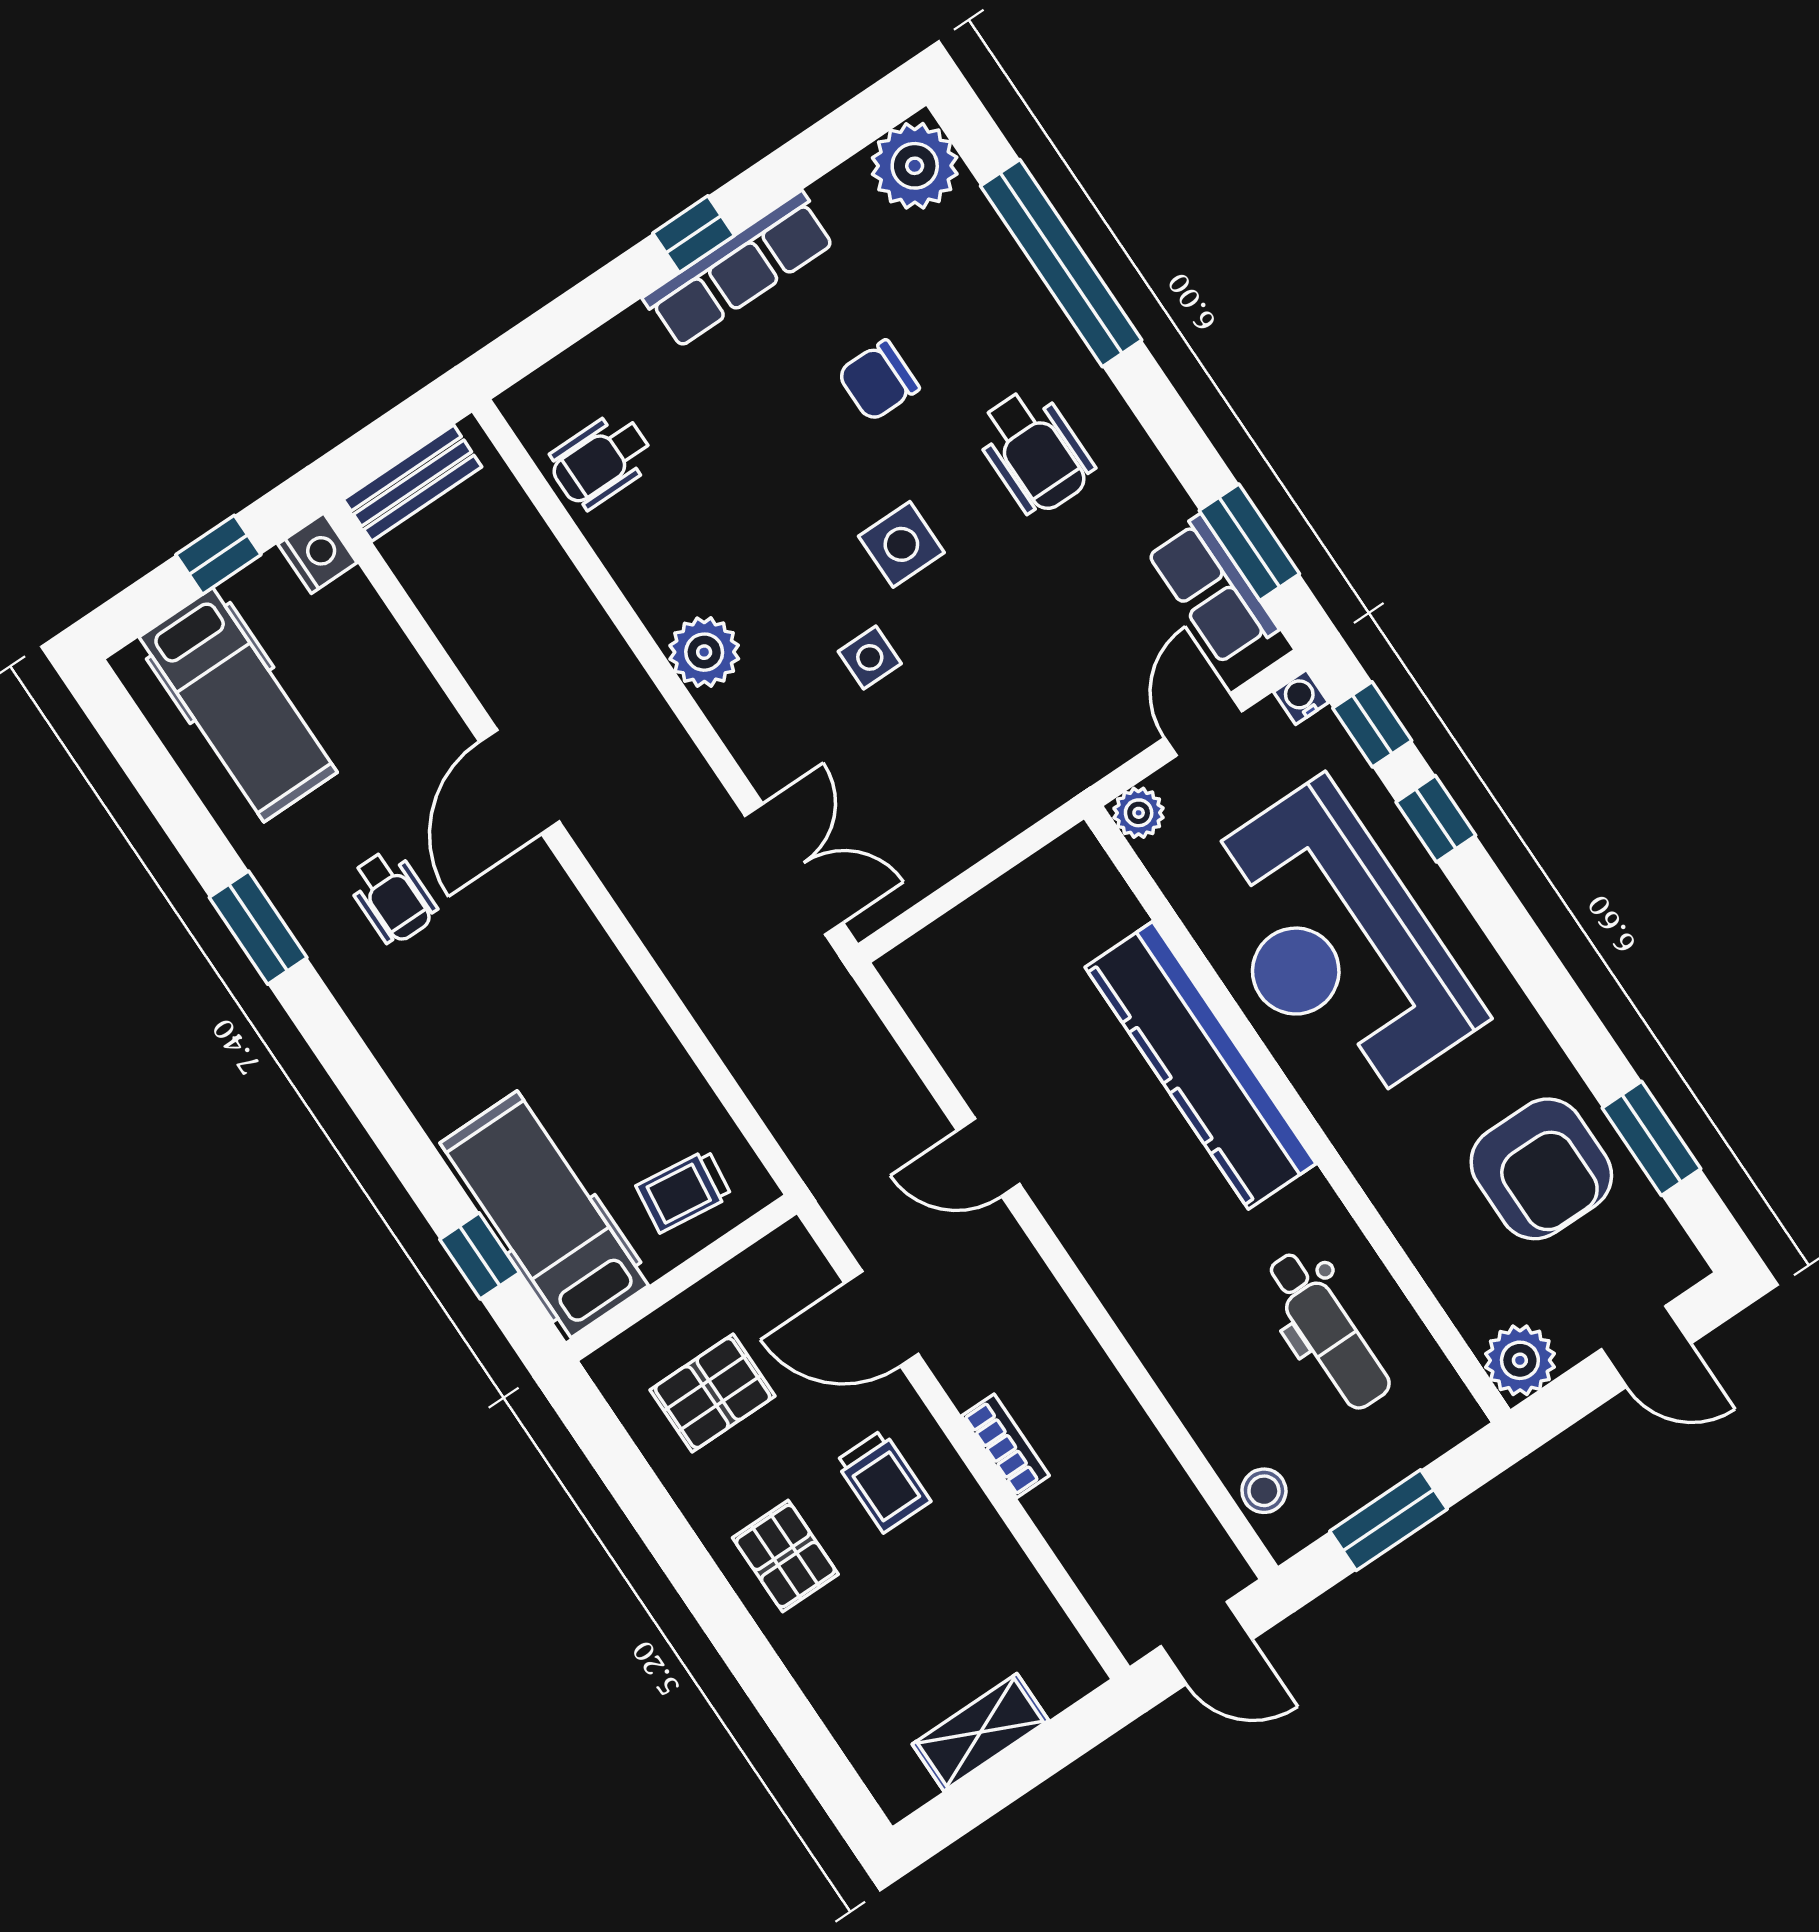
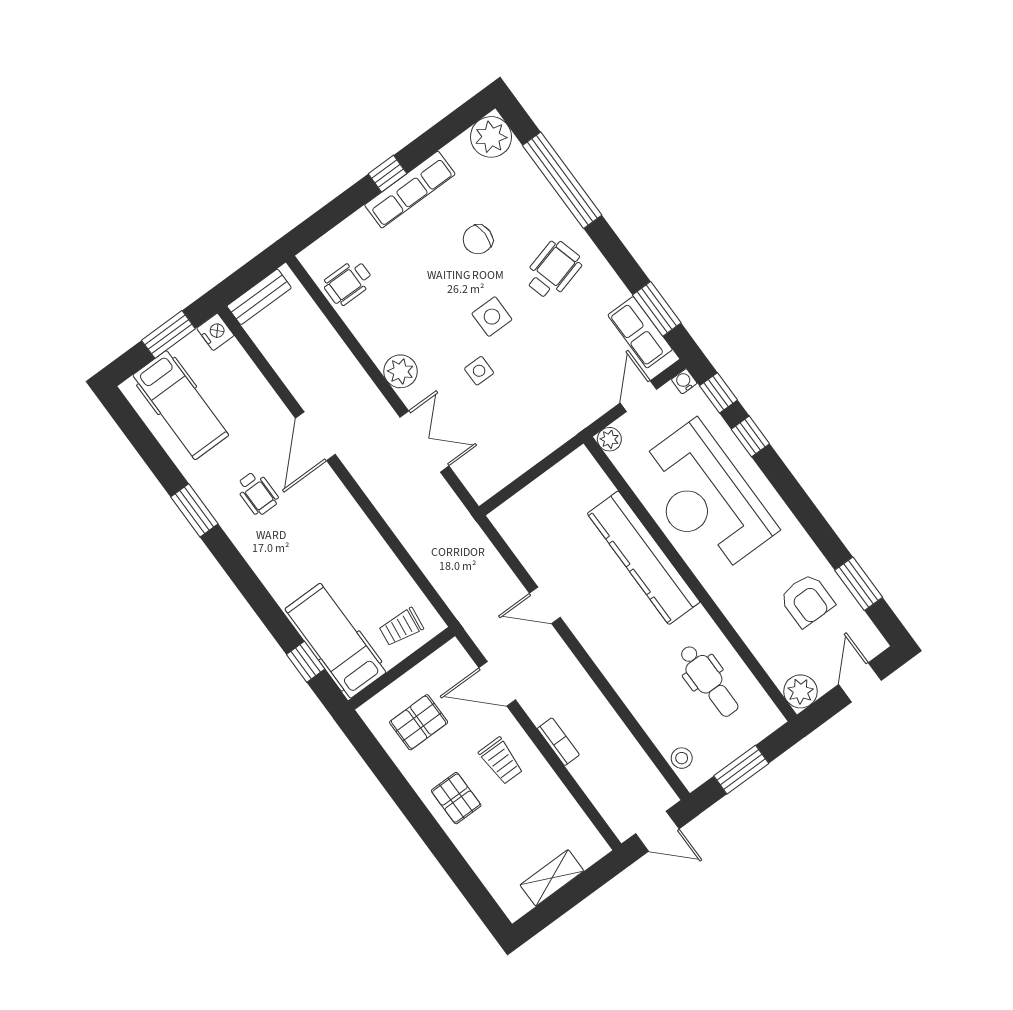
wheelchair: (1034, 451) -> (553, 270), turned -105
window: (218, 555) -> (168, 334), width x1.50
double door: (794, 869) -> (424, 442), moved
armchair: (1541, 1169) -> (807, 600), width x0.73, depth x0.73
door: (1646, 1346) -> (860, 682), swing flipped

